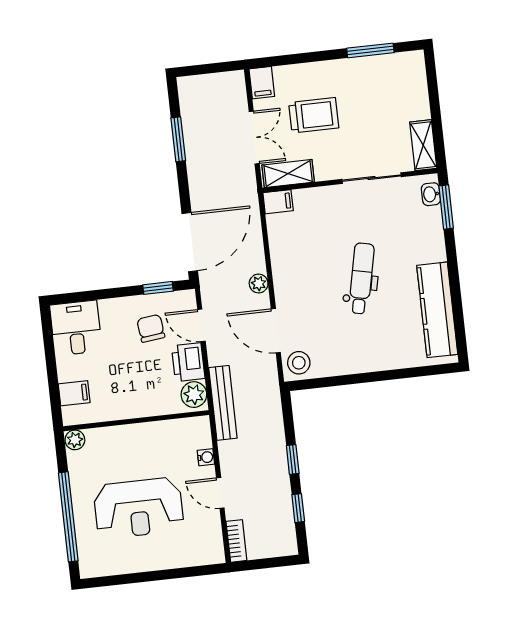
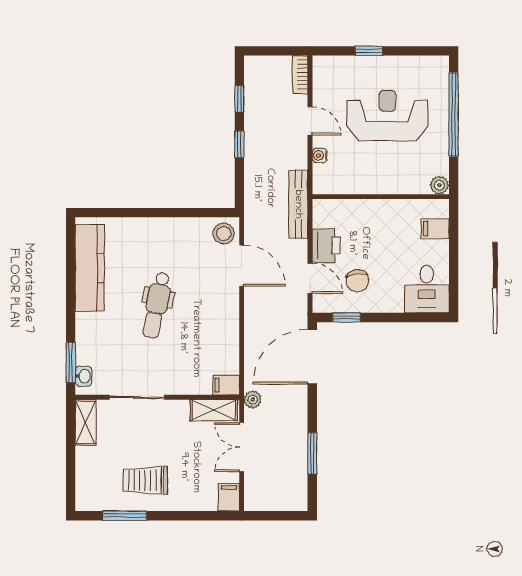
trolley: (314, 115) -> (145, 480), moved
plant: (259, 284) -> (253, 400), moved
plant: (194, 395) -> (324, 215), removed
window: (166, 574) -> (369, 51), added

